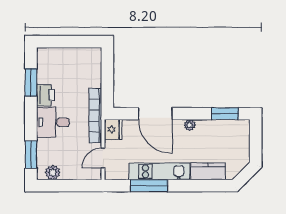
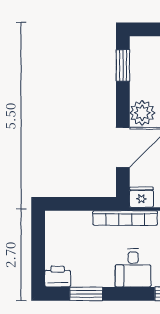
printer: (46, 95) -> (58, 277), moved
plant: (190, 125) -> (142, 113), width x1.88, depth x1.88

